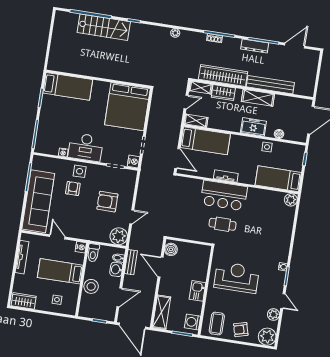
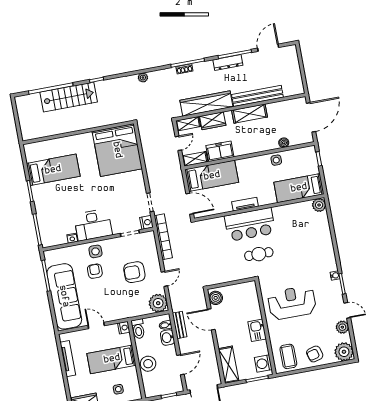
wall: (98, 79) -> (78, 132), moved
bed: (127, 107) -> (117, 150), moved
freezer: (253, 127) -> (220, 151), moved
bookcase: (144, 179) -> (163, 237), added

